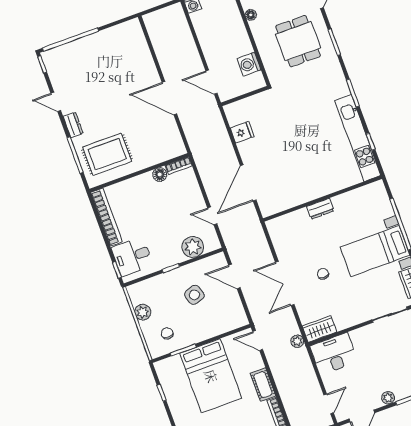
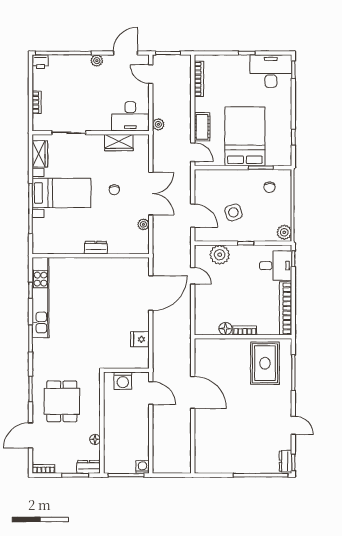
washing machine: (249, 64) -> (123, 381), moved, turned 90
dresser: (73, 125) -> (286, 461), moved
rug: (107, 154) -> (265, 363), turned 90
bookcase: (179, 166) -> (245, 330), moved
plant: (281, 250) -> (143, 224), added
plant: (143, 312) -> (284, 232), moved
wardrobe: (319, 329) -> (119, 143), moved
plant: (297, 341) -> (158, 124), moved
cot: (263, 385) -> (202, 127), moved
door: (329, 404) -> (151, 74), hinge flipped

